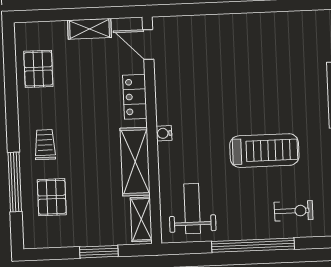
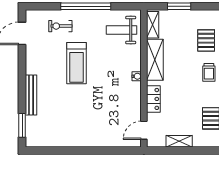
door: (148, 44) -> (144, 130), swing flipped
treadmill: (264, 151) -> (76, 63), turned -90
weight bench: (192, 209) -> (122, 30), turned 90

